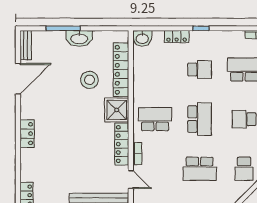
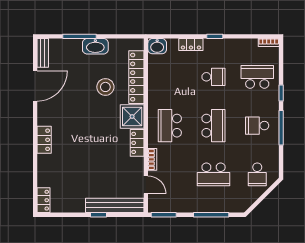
school desk: (155, 119) -> (170, 126), turned -90
locker: (122, 144) -> (137, 143), width x0.66

